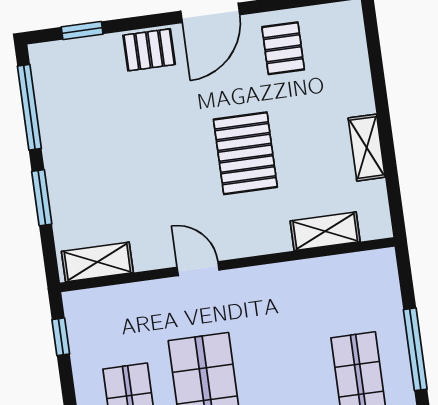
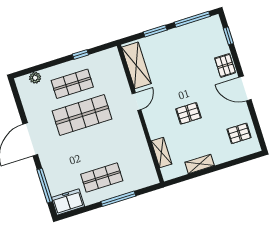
pallet: (283, 48) -> (239, 133), moved
pallet: (245, 153) -> (189, 113), width x0.67, depth x0.71
shelving: (97, 262) -> (136, 65), width x1.50, depth x1.33
window: (61, 337) -> (80, 55), moved

